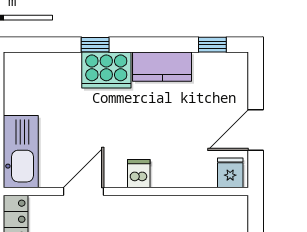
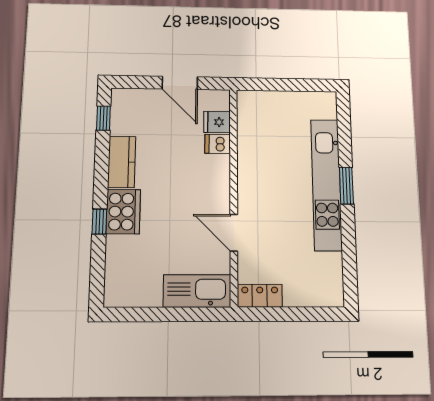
fridge: (230, 173) -> (217, 122), moved
dishwasher: (139, 174) -> (218, 144), moved

